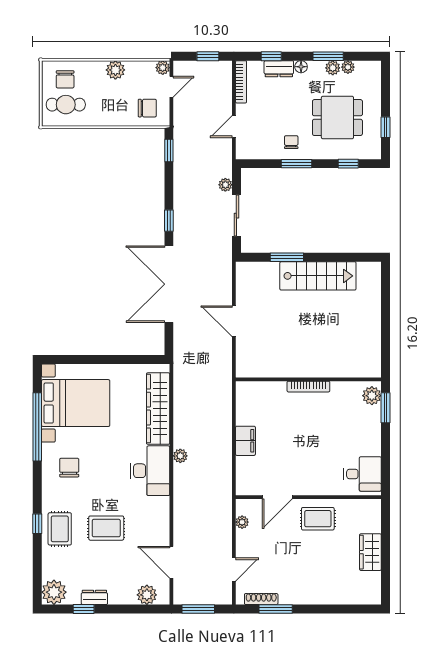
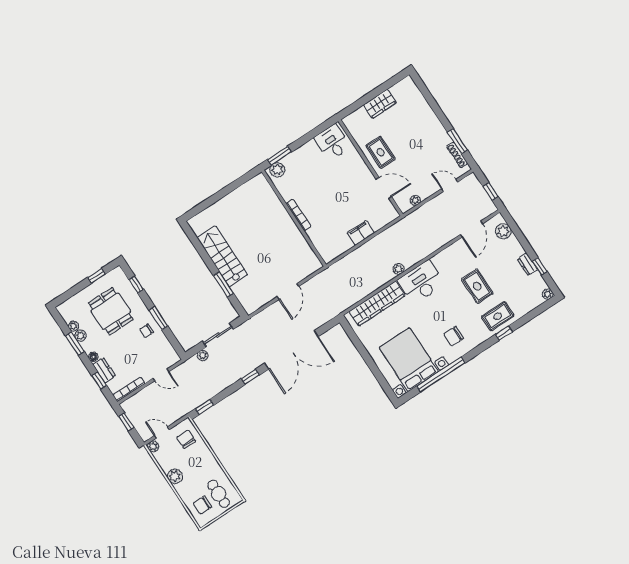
chair: (65, 79) -> (202, 505), turned 180
plant: (54, 592) -> (548, 294), width x0.53, depth x0.53
window: (198, 609) -> (491, 192), width x0.67

